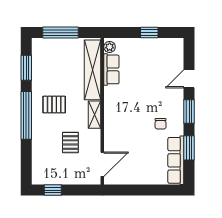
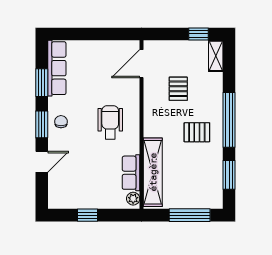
wheelchair: (129, 113) -> (110, 122), added
shelving: (94, 115) -> (216, 56), moved
chair: (161, 124) -> (61, 122), moved

